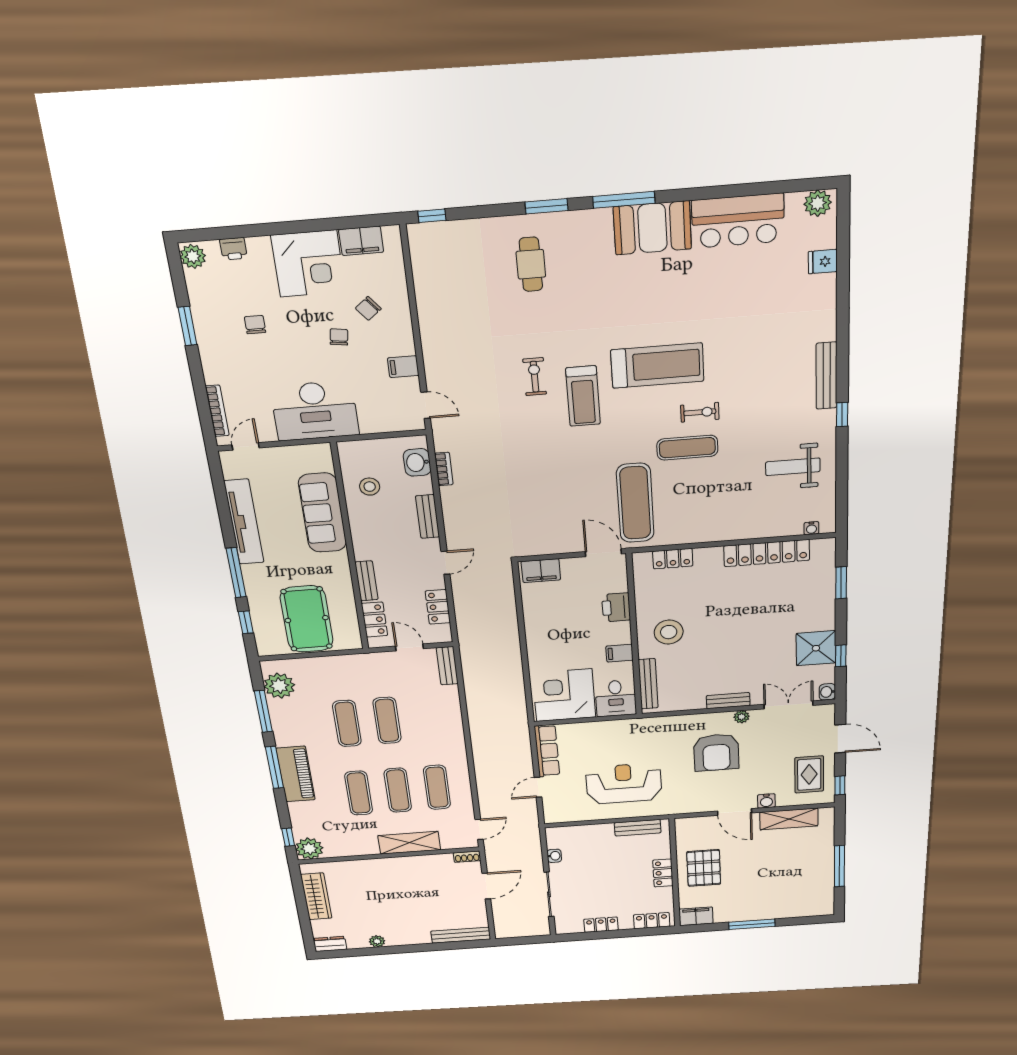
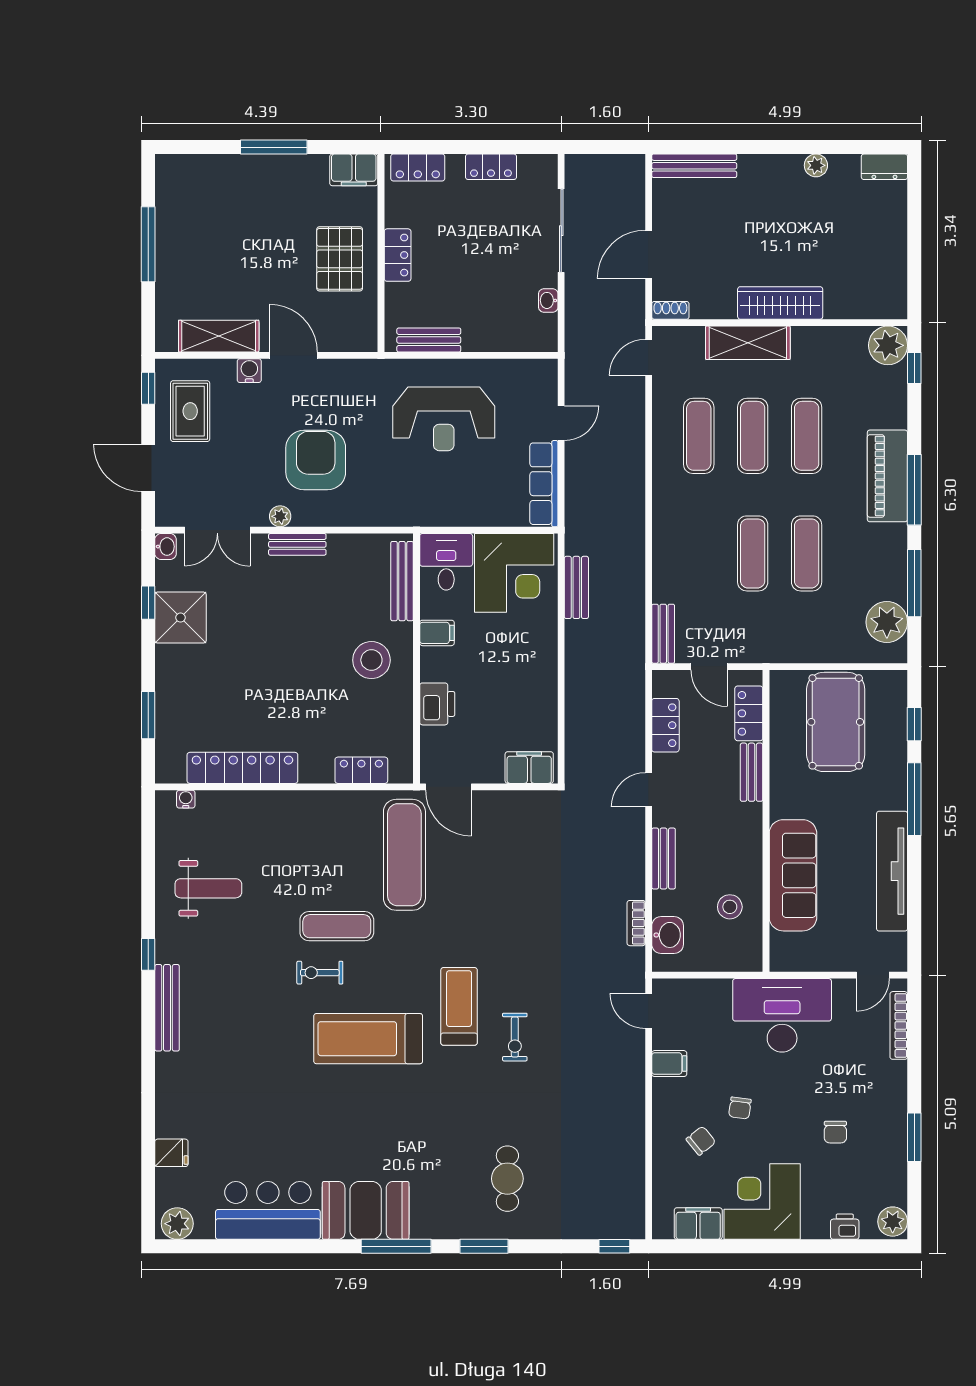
bench: (516, 690) -> (576, 587), added
wardrobe: (316, 896) -> (780, 303), moved, turned 90

